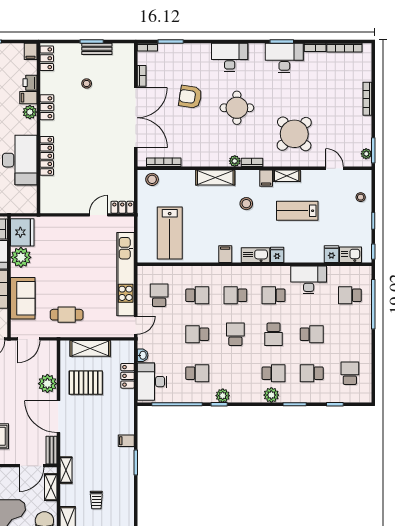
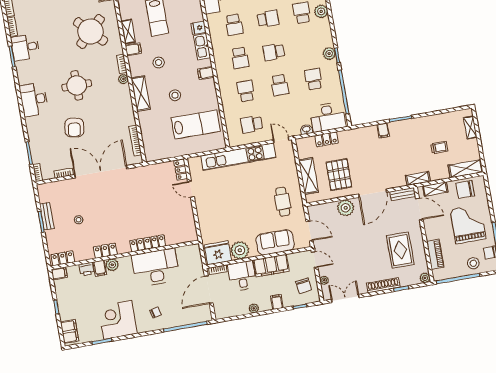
desk: (284, 58) -> (25, 47), width x0.73
stool: (152, 179) -> (175, 95), moved

